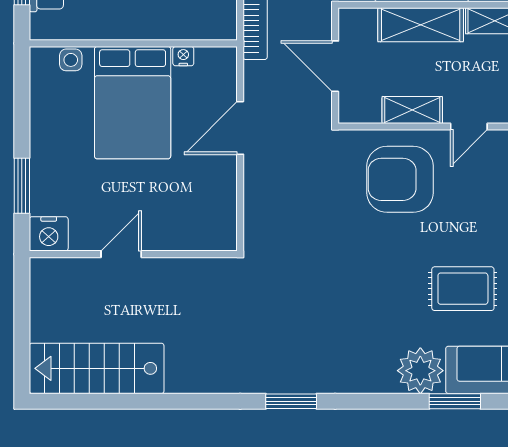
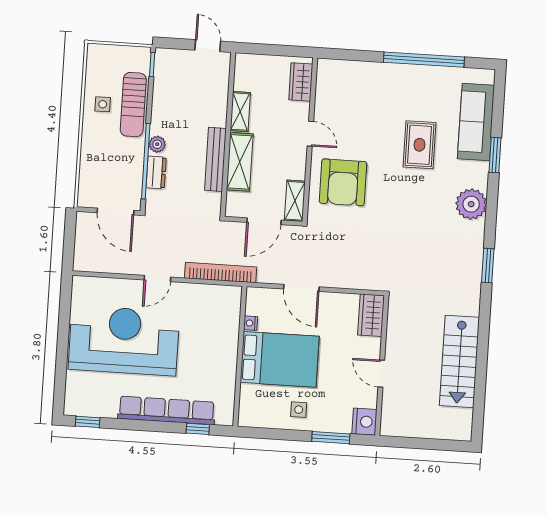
side table: (71, 60) -> (299, 410), moved
shelving: (412, 110) -> (295, 201), moved
wardrobe: (207, 233) -> (371, 315), added
stairs: (97, 368) -> (459, 361), moved
plant: (420, 371) -> (471, 204), moved

